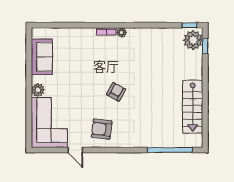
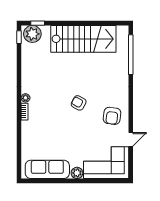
sofa: (42, 57) -> (47, 169), width x1.36
stairs: (193, 107) -> (83, 39), width x1.36, depth x1.51

